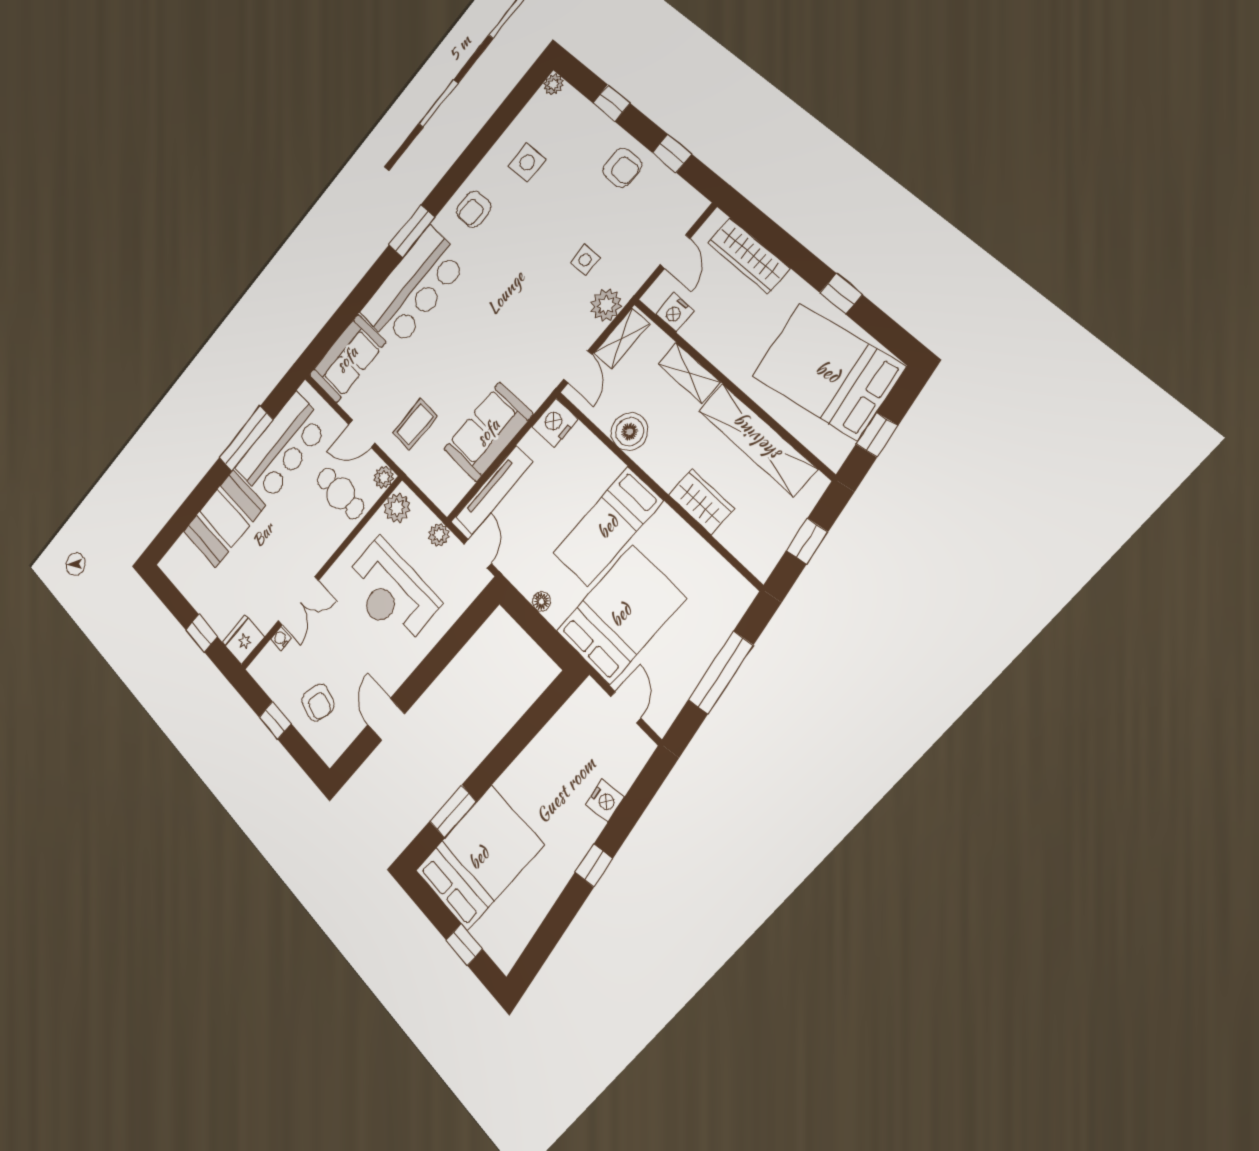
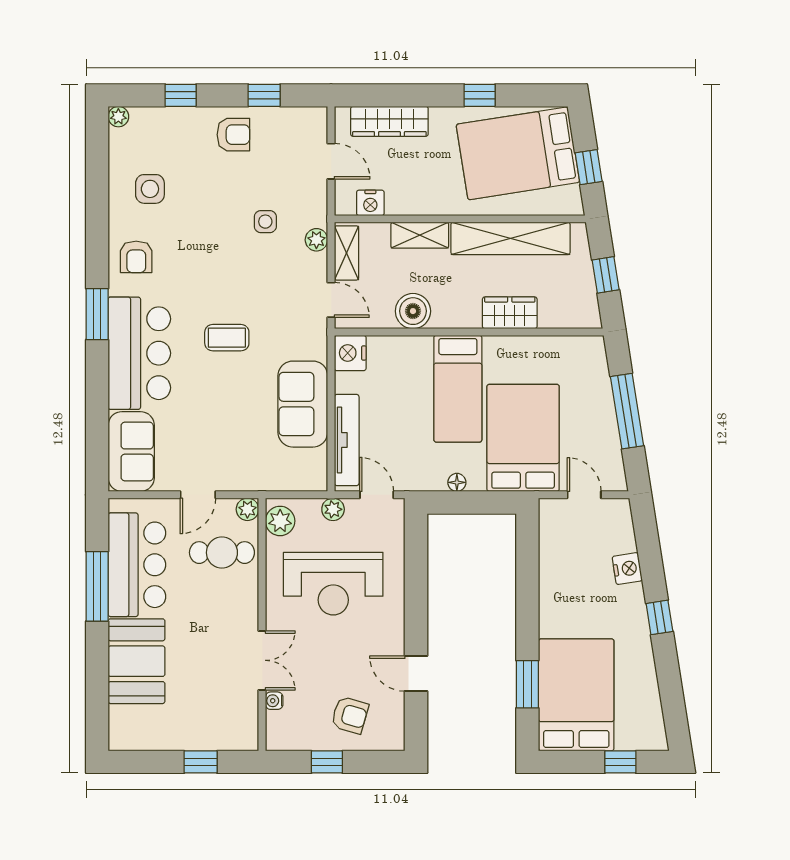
plant: (606, 305) -> (316, 240), width x0.73, depth x0.73
coffee table: (415, 424) -> (227, 338), moved, turned 90
fridge: (243, 640) -> (242, 732), removed

